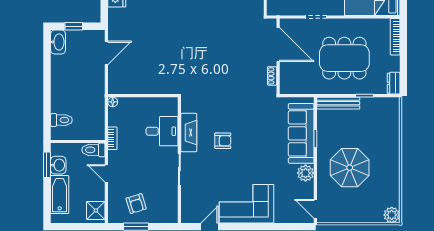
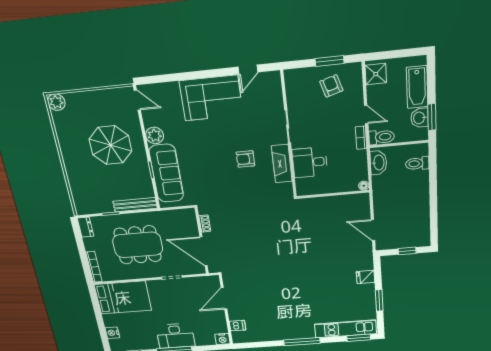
washbasin: (58, 42) -> (378, 163), moved, turned 180
door: (106, 53) -> (373, 230), hinge flipped
bookcase: (112, 138) -> (361, 138), moved

